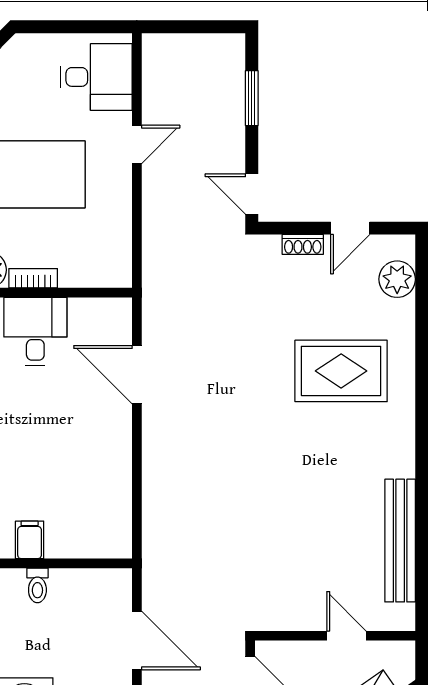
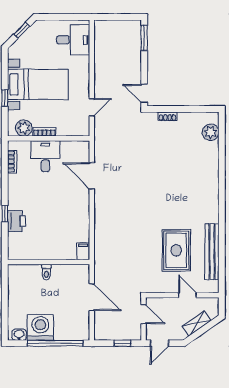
window: (252, 98) -> (144, 38), moved
door: (137, 144) -> (92, 107), moved
door: (350, 228) -> (189, 109), removed
rug: (341, 371) -> (176, 250), moved, turned 90
filing cabinet: (30, 540) -> (83, 251), moved

